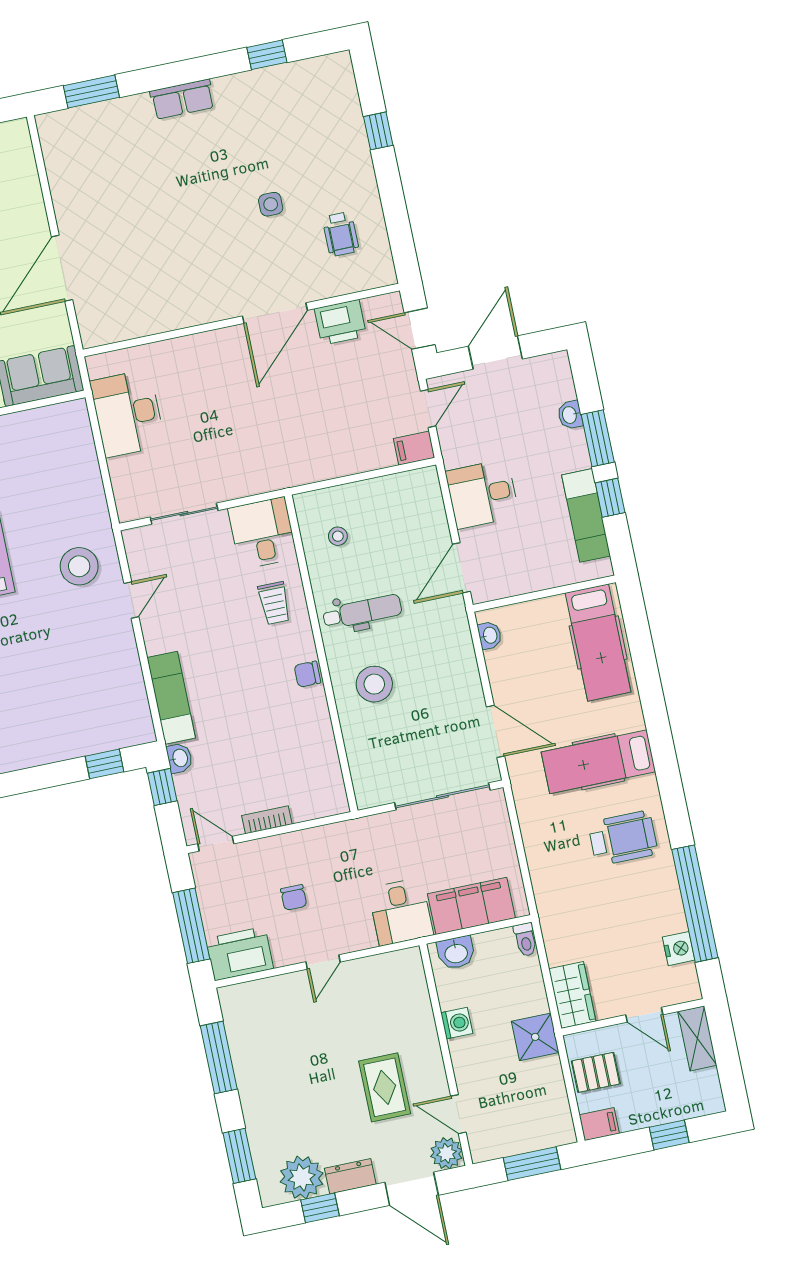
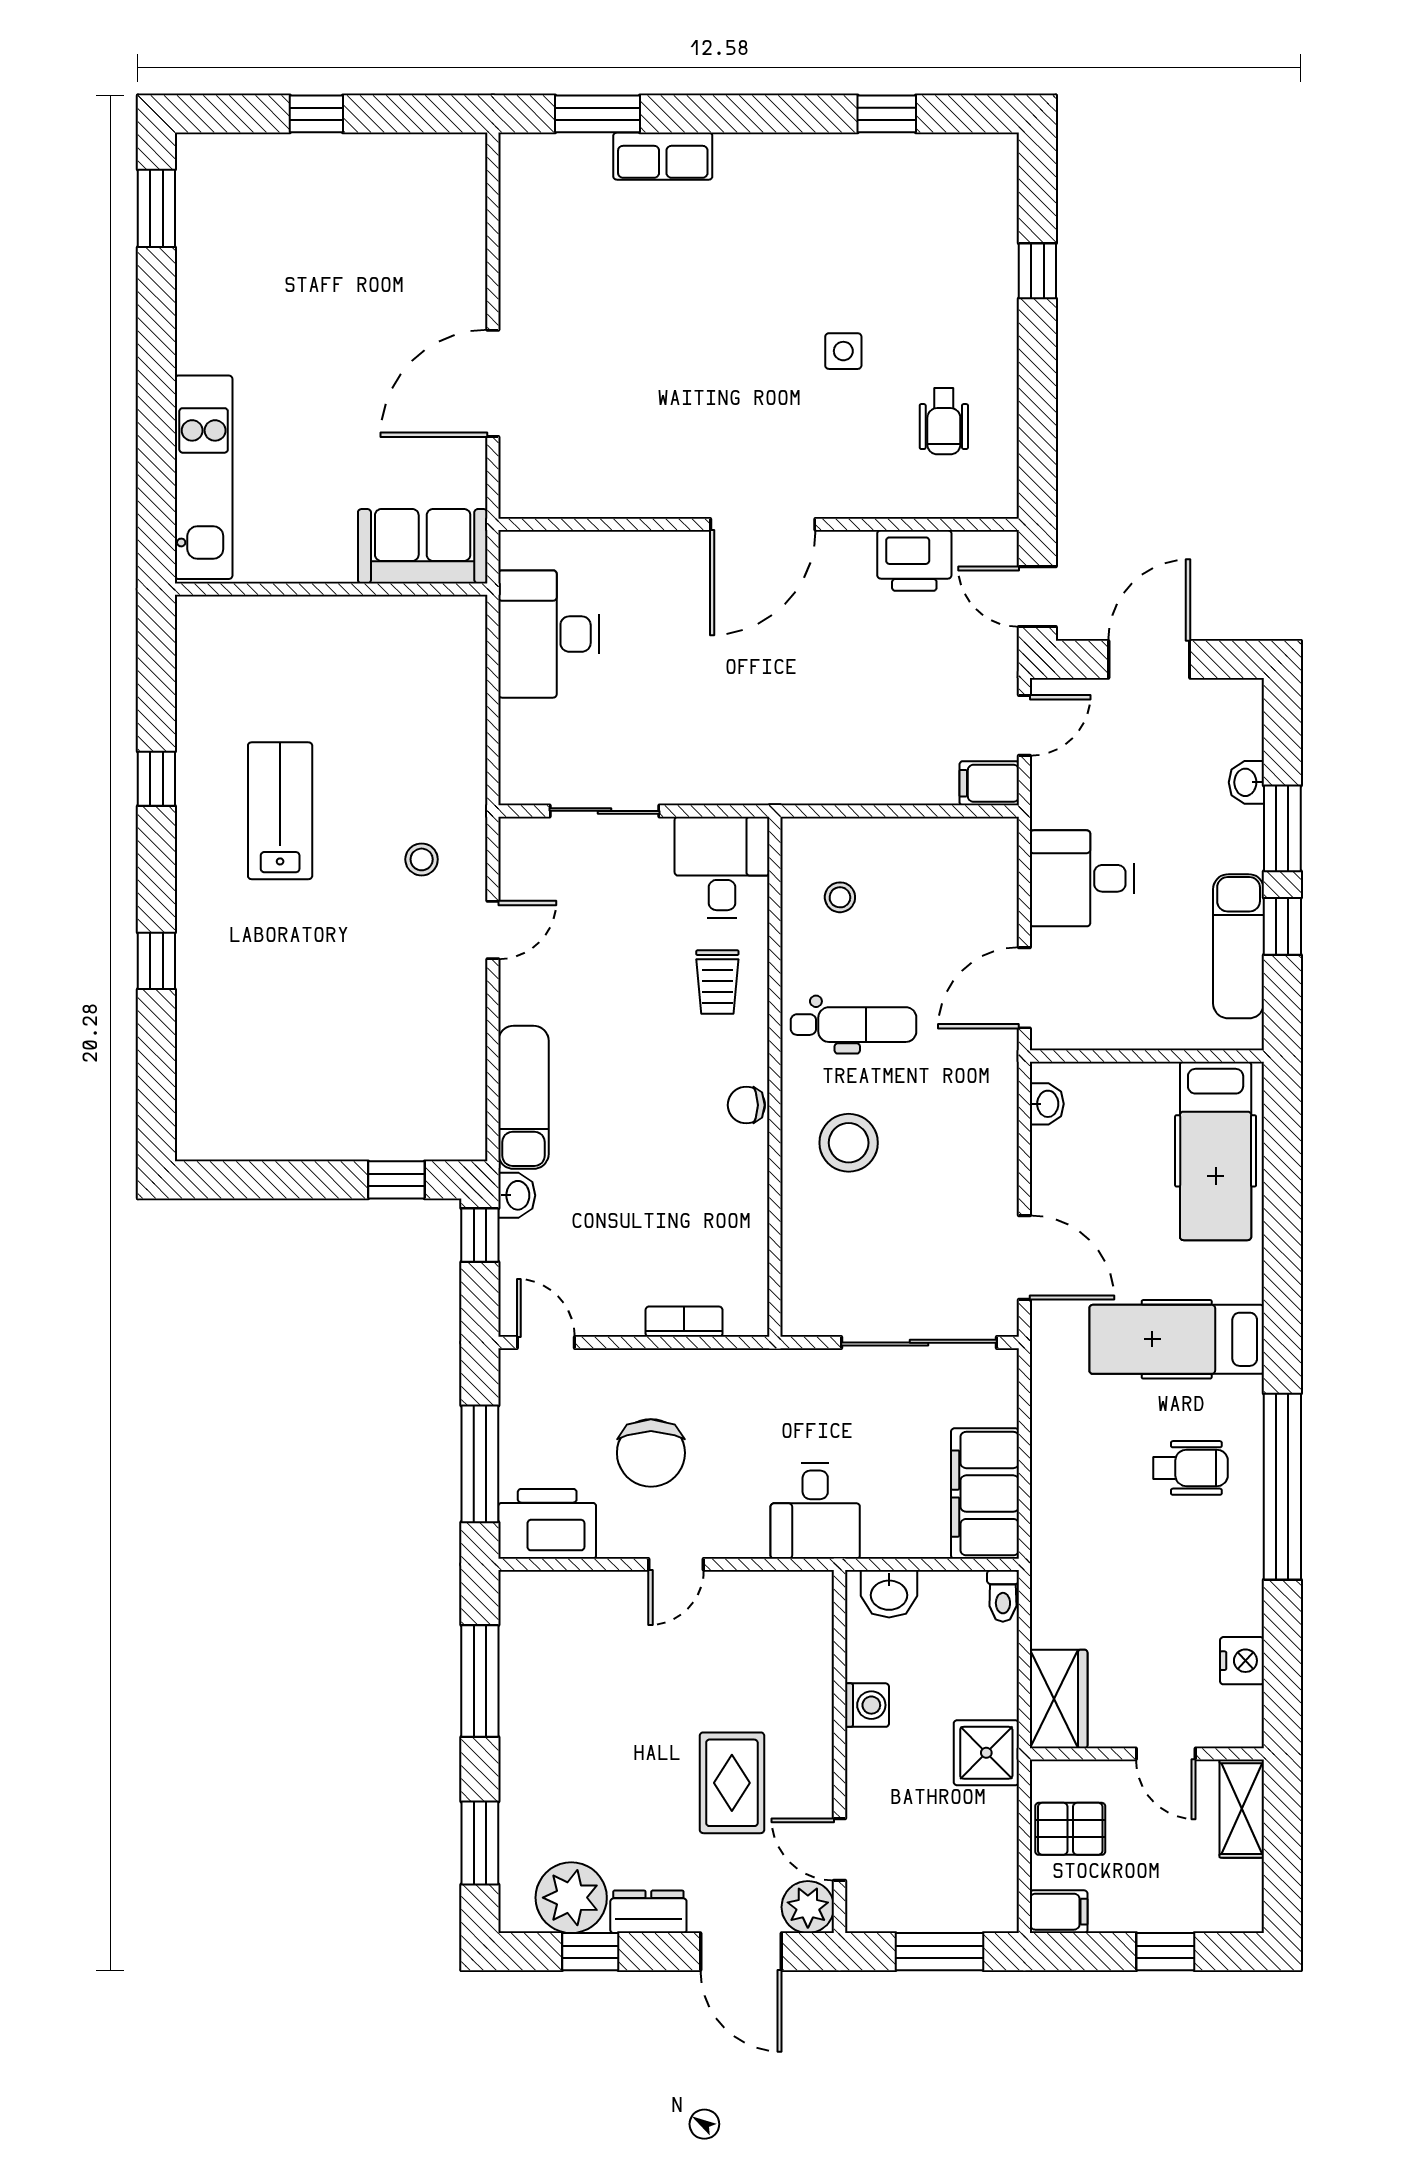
row of seats: (182, 99) -> (663, 156), moved
door: (275, 313) -> (763, 524), moved
stool: (79, 566) -> (422, 859), width x0.53, depth x0.53
bookcase: (267, 820) -> (684, 1322), moved
wheelchair: (623, 838) -> (1190, 1468), width x0.73, depth x0.73
chair: (294, 897) -> (651, 1453), width x1.87, depth x1.87
window: (695, 904) -> (1282, 1487), moved
filing cabinet: (471, 906) -> (985, 1494), moved, turned -90

